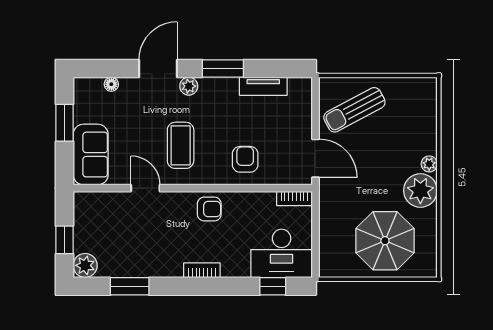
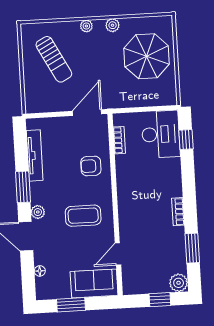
tv unit: (263, 86) -> (35, 155), width x1.41
sun lounger: (354, 110) -> (54, 59), moved
door: (145, 188) -> (118, 254), moved
plant: (420, 190) -> (113, 25), width x0.53, depth x0.53
bookcase: (294, 198) -> (119, 140), moved
armchair: (209, 209) -> (130, 191), removed
bookcase: (202, 270) -> (178, 212), moved

